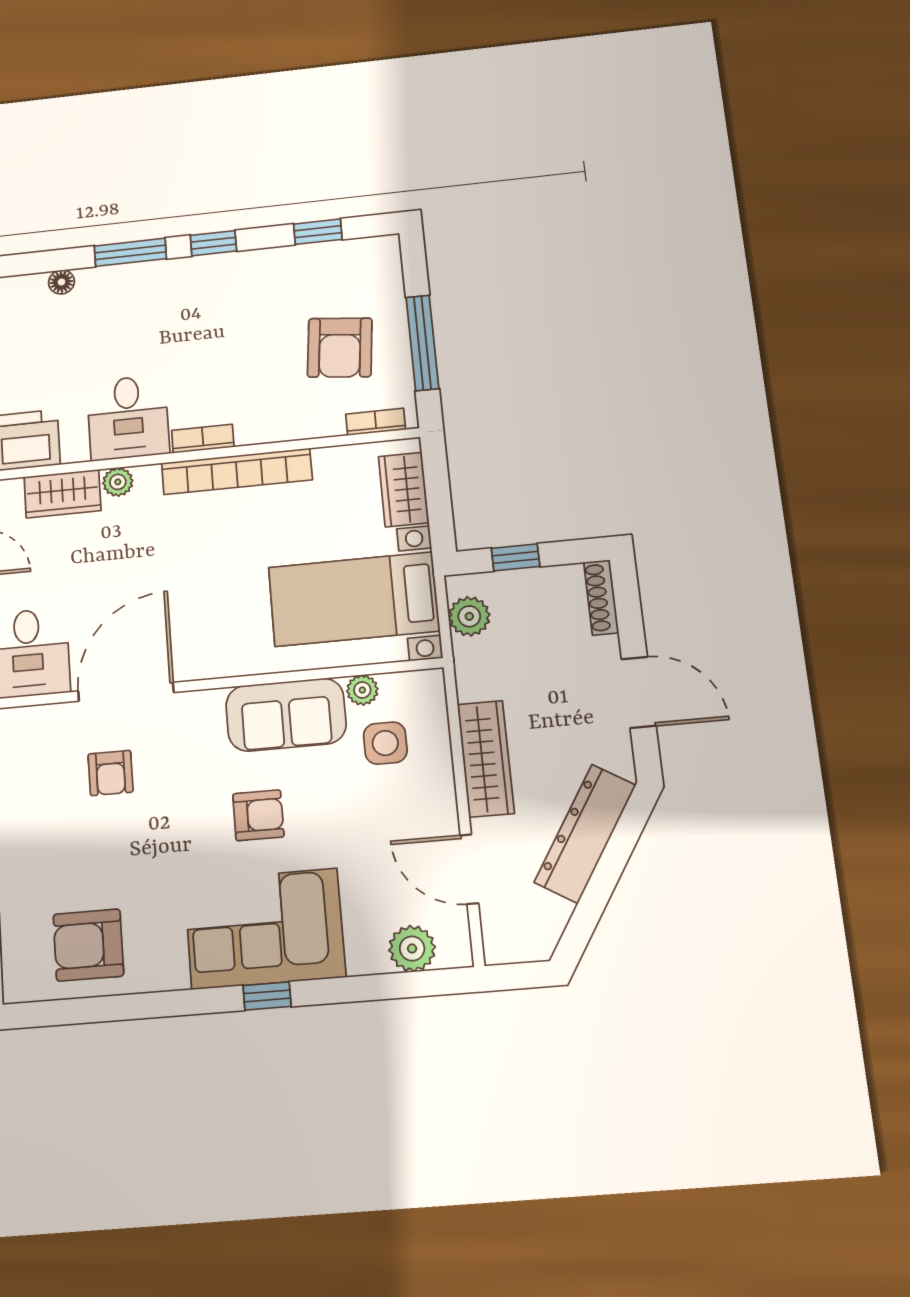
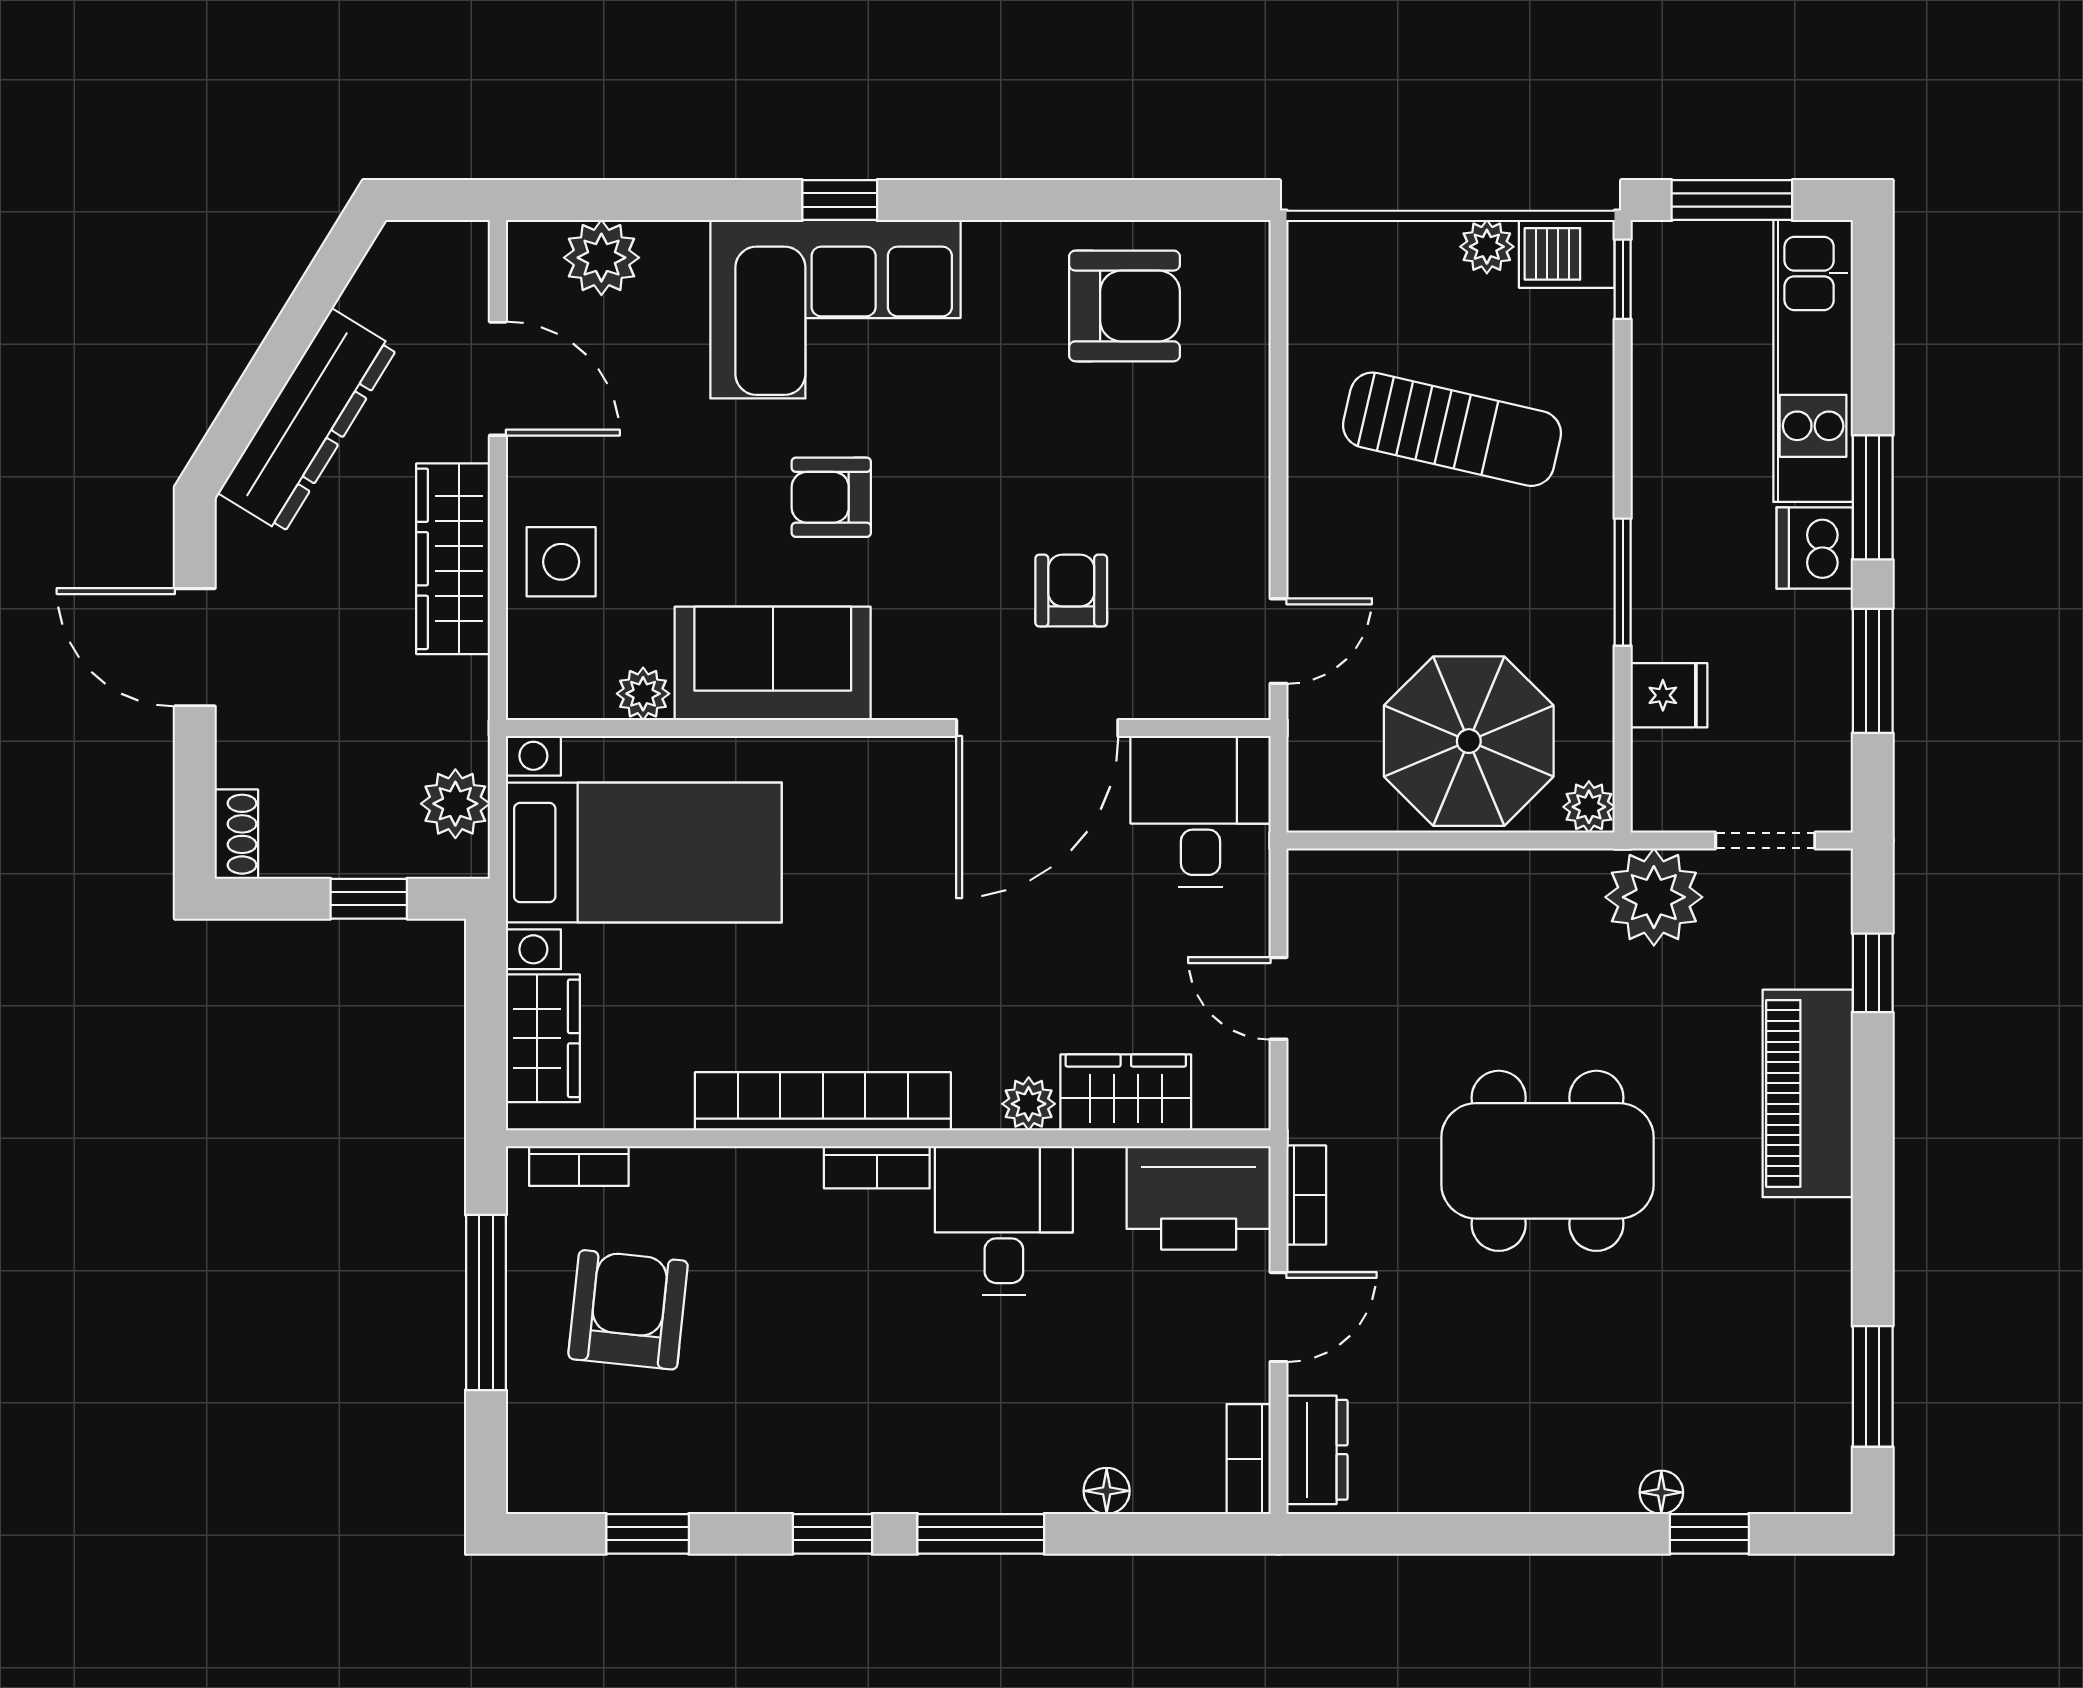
shoe rack: (601, 597) -> (236, 834), width x0.70
side table: (385, 743) -> (561, 562), moved

